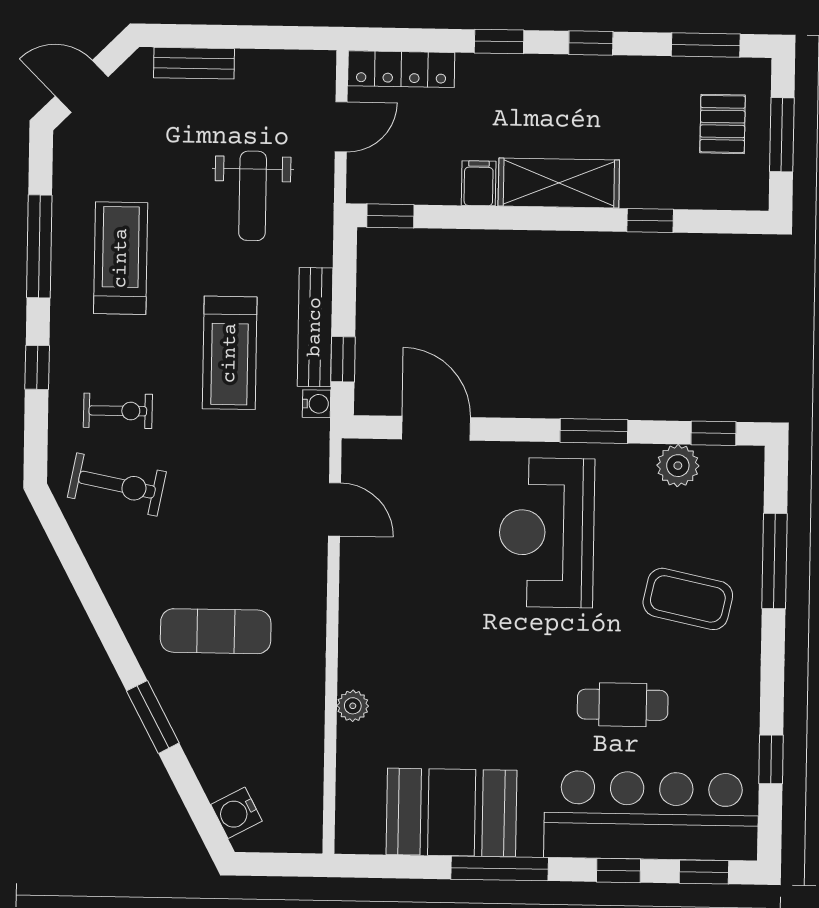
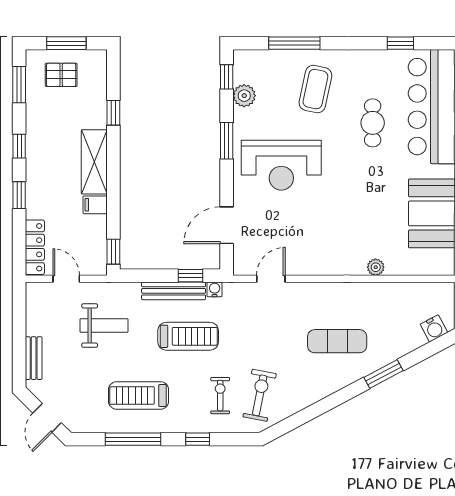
exercise mat: (216, 631) -> (337, 341), turned 90

